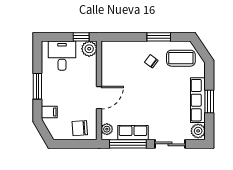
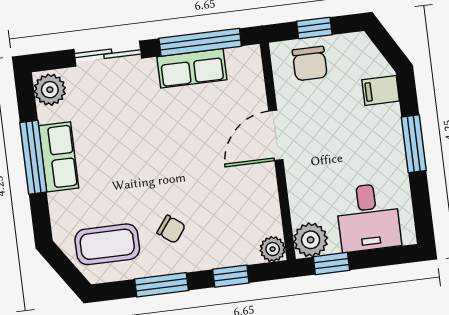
window: (127, 37) -> (231, 276), added
row of seats: (198, 100) -> (59, 157), width x0.68
window: (209, 101) -> (33, 157), width x1.44
chair: (80, 128) -> (310, 64), turned 94
plant: (107, 129) -> (273, 249), moved
window: (76, 144) -> (314, 28), added

